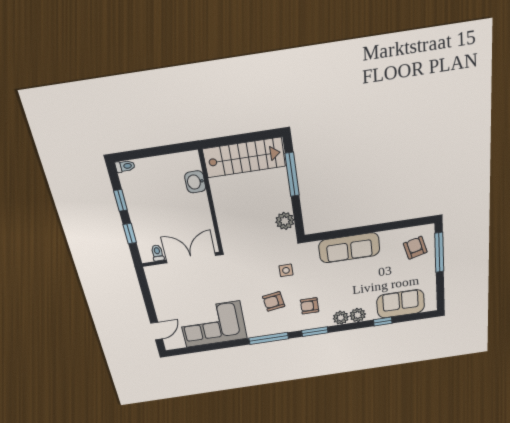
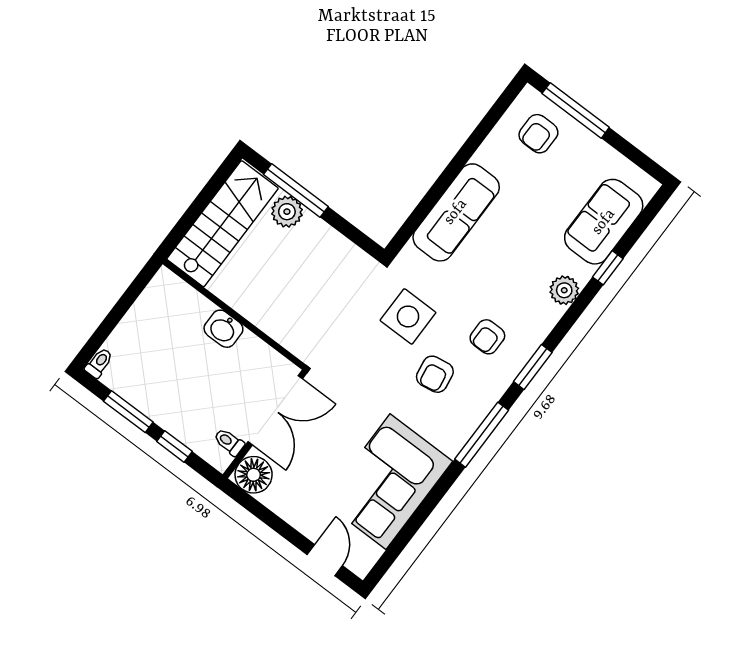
washbasin: (195, 182) -> (223, 329), moved
window: (120, 200) -> (128, 412), width x1.50
plant: (285, 221) -> (287, 212), moved
armchair: (415, 248) -> (538, 134), turned -75
double door: (191, 258) -> (275, 410), swing flipped
side table: (286, 270) -> (408, 316), width x1.87, depth x1.87
floor lamp: (156, 275) -> (254, 475), added
plant: (341, 318) -> (546, 315), removed

